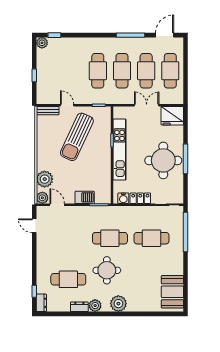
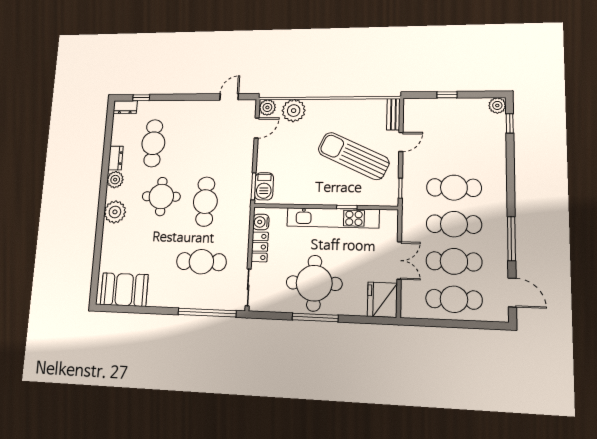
barbecue: (85, 197) -> (264, 186), moved
cafe table: (151, 238) -> (201, 262), turned 90

